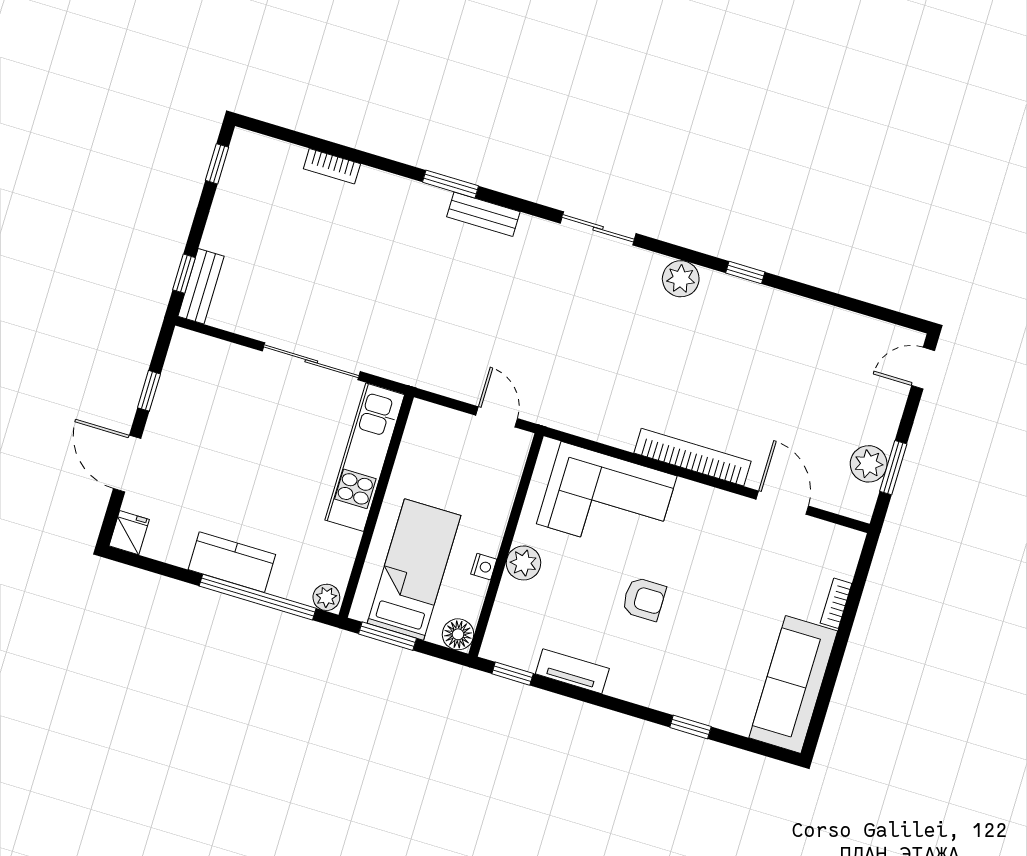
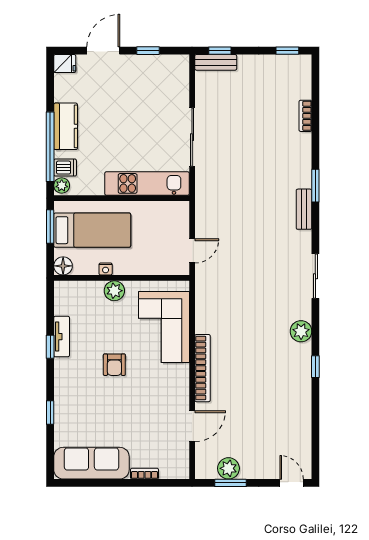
dishwasher: (299, 583) -> (65, 168), added
window: (513, 674) -> (50, 347), moved

